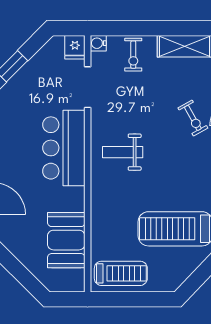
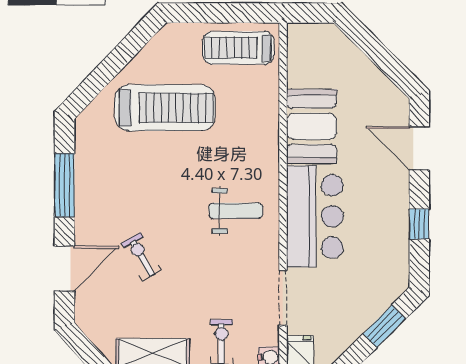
booth: (66, 240) -> (312, 126), moved

